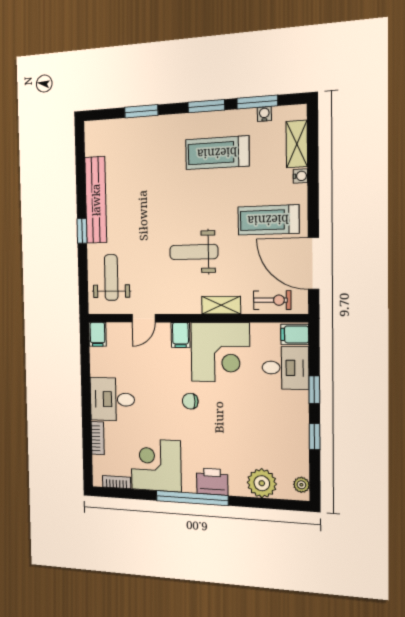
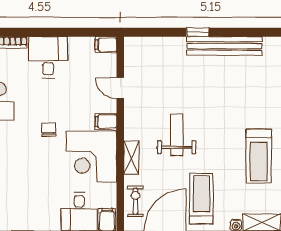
treadmill: (217, 153) -> (259, 156), turned 180
weight bench: (111, 277) -> (156, 59), removed
exercise bike: (272, 300) -> (135, 201), turned 180

